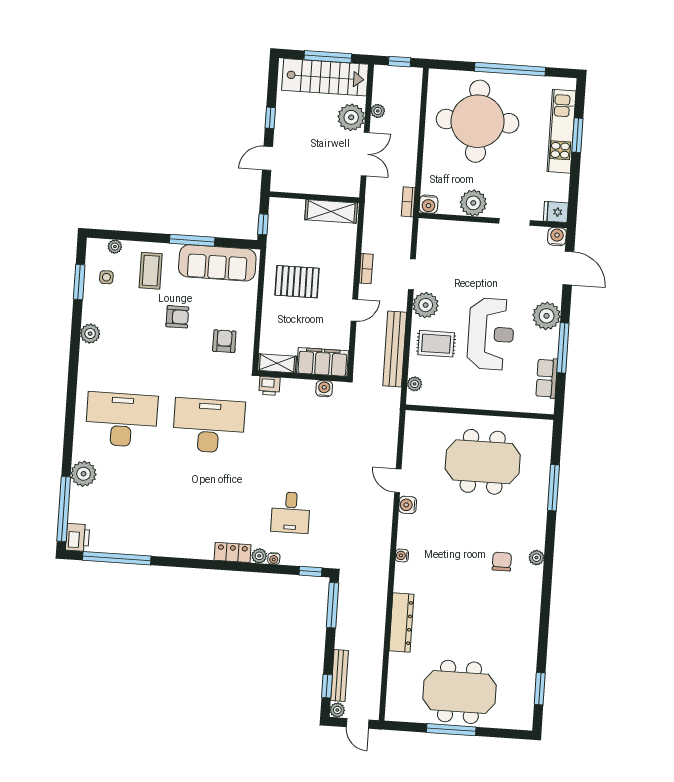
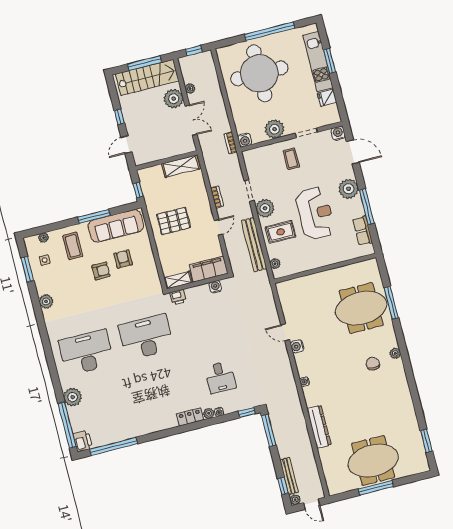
fridge: (556, 212) -> (327, 98), moved
coffee table: (483, 250) -> (291, 159), added
armchair: (224, 341) -> (123, 259), moved
meeting table: (483, 462) -> (361, 308), moved

